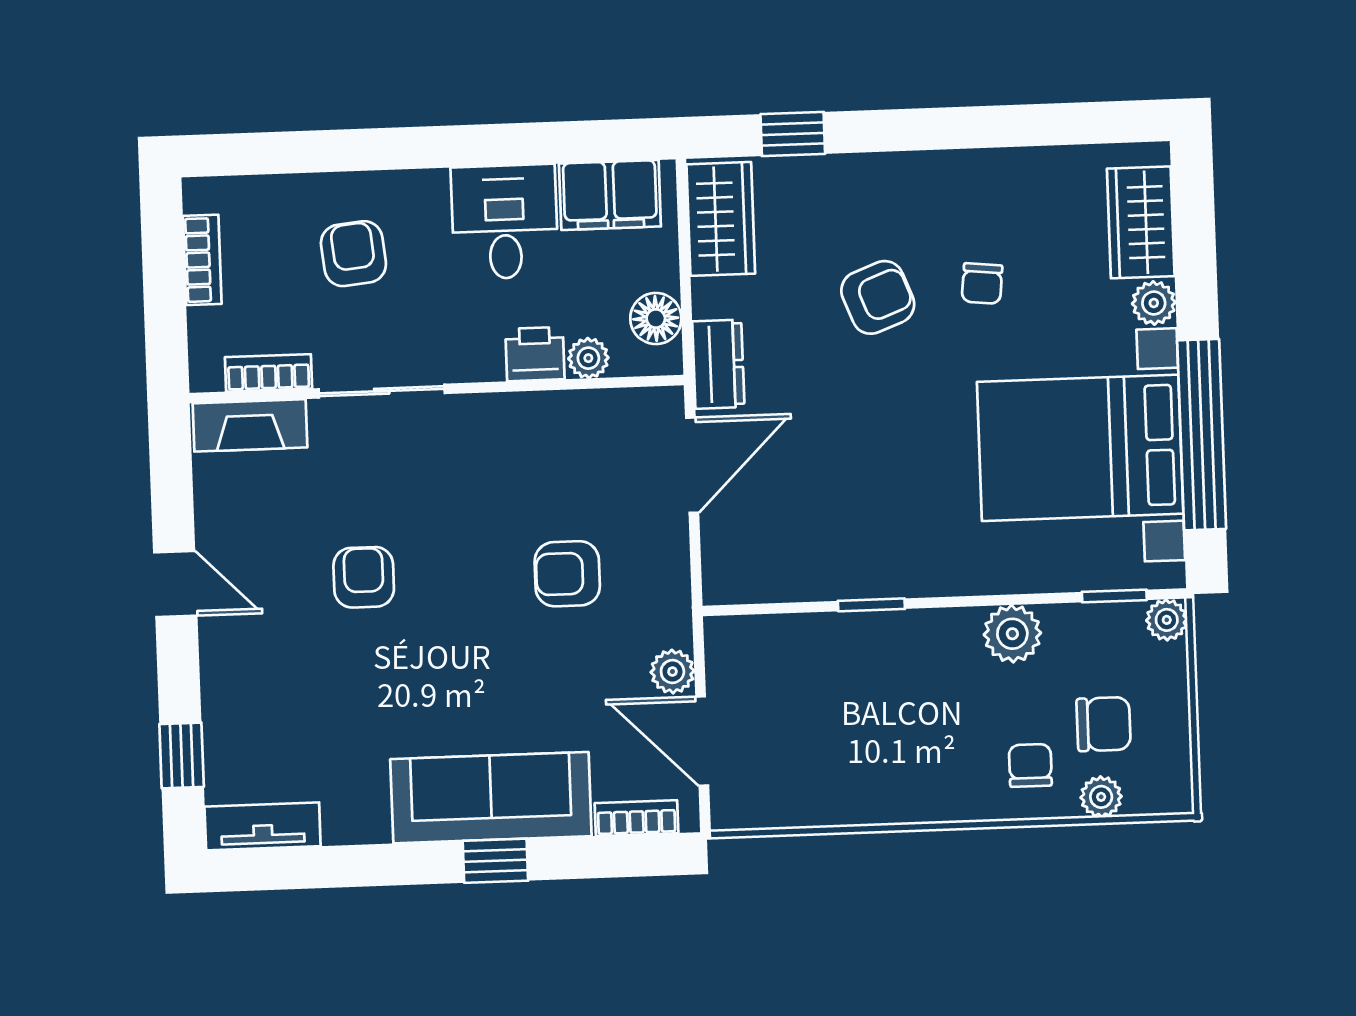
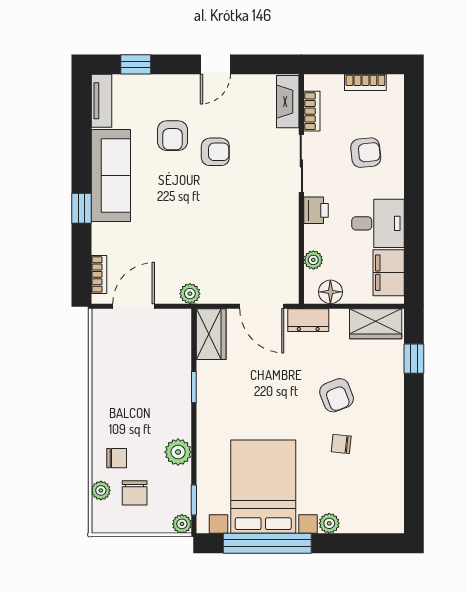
wardrobe: (1141, 222) -> (211, 334), moved, turned 90
printer: (535, 354) -> (316, 210), moved
armchair: (567, 574) -> (172, 136), moved, turned 180
plant: (672, 672) -> (190, 294), moved
sofa: (491, 798) -> (111, 175), moved

